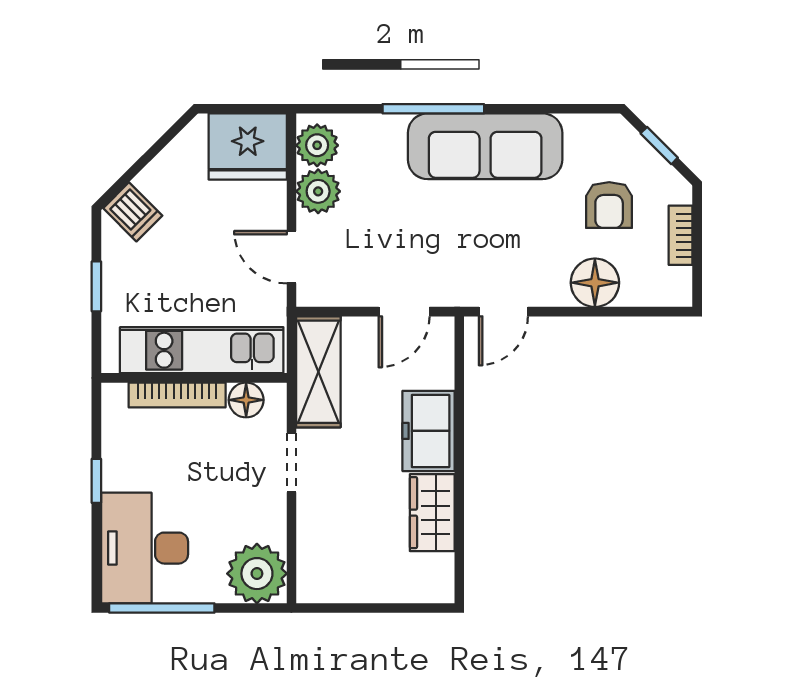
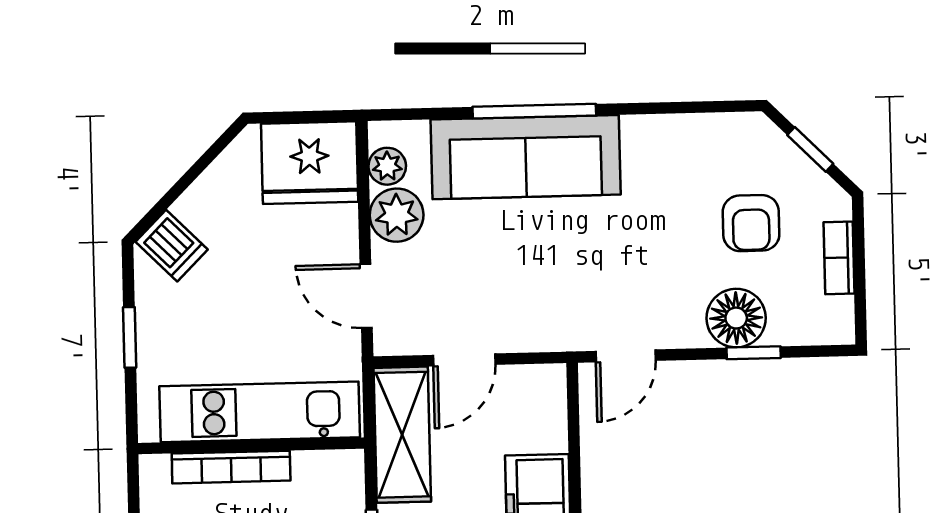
plant: (317, 145) -> (387, 166), width x0.73, depth x0.73
sofa: (485, 146) -> (526, 157), moved
door: (404, 312) -> (464, 360), moved
window: (609, 312) -> (754, 353), added
floor lamp: (246, 400) -> (315, 471), removed

